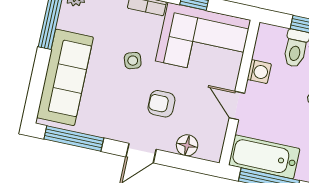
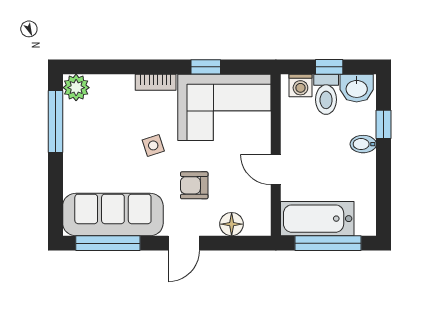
washing machine: (259, 72) -> (300, 86), moved, turned 90
sofa: (65, 77) -> (113, 214), moved, turned -90

